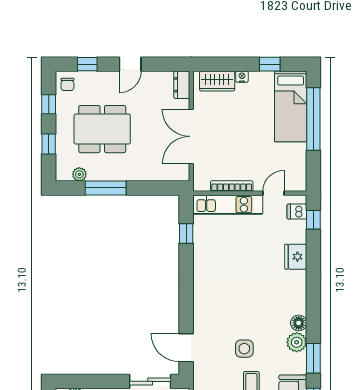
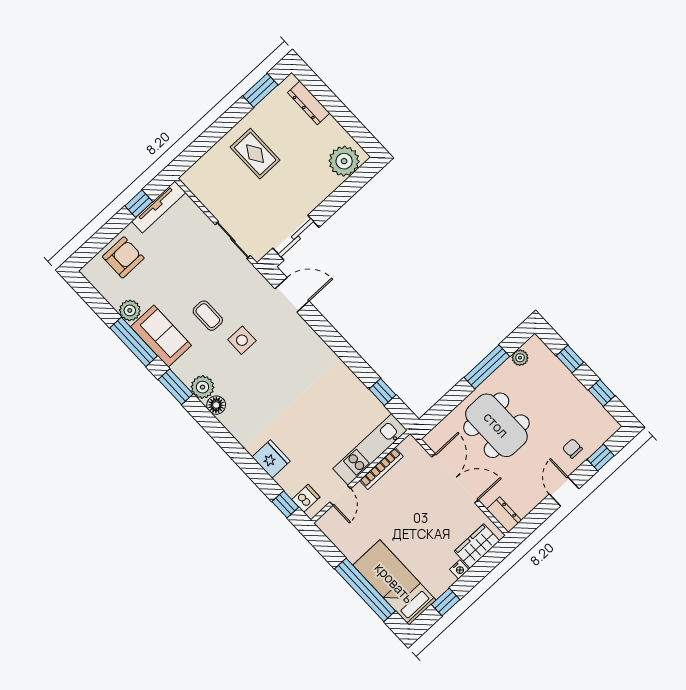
chair: (67, 84) -> (572, 448), moved
dining table: (102, 129) -> (496, 425), moved, turned 90

